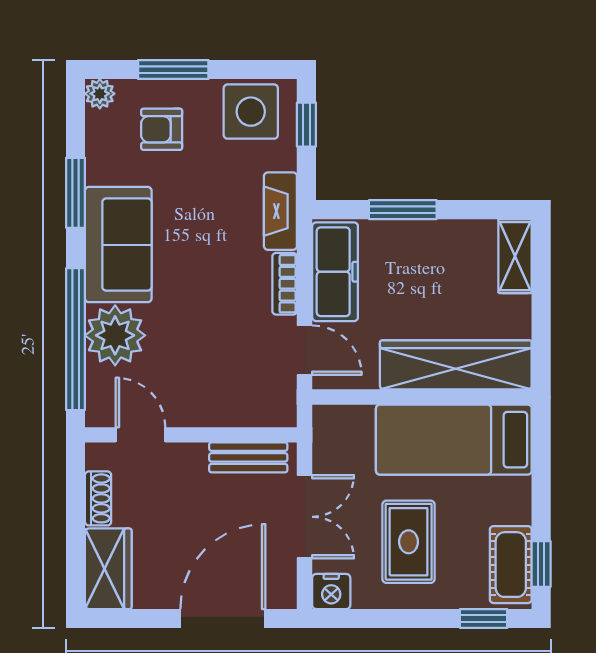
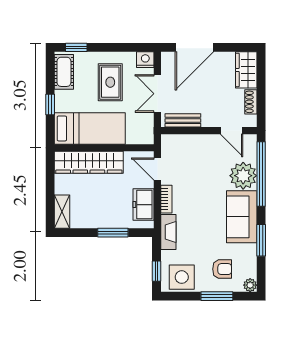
freezer: (335, 272) -> (144, 205), width x0.71
window: (541, 564) -> (50, 104), moved

